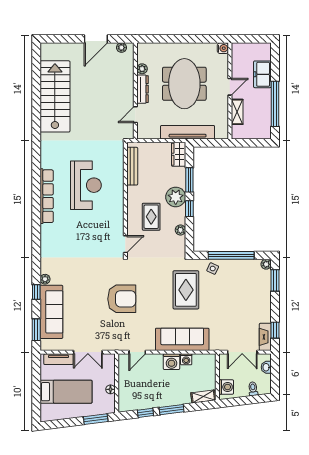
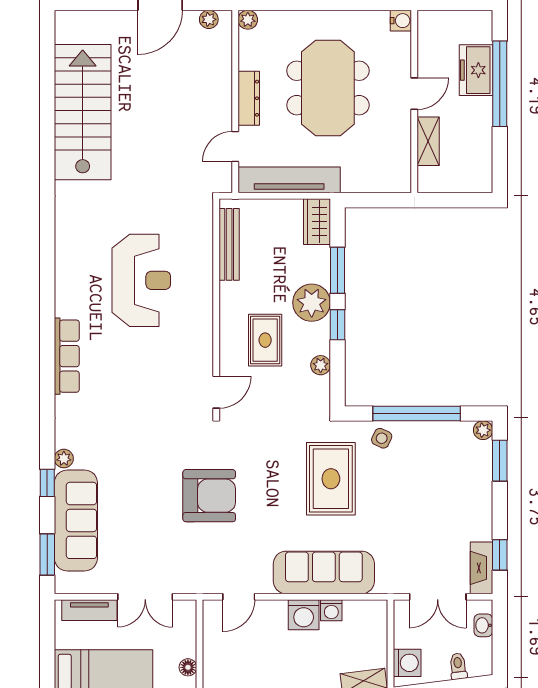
plant: (142, 69) -> (248, 20), moved
window: (275, 104) -> (500, 84), moved
tv unit: (188, 132) -> (289, 180), moved
row of seats: (47, 196) -> (67, 356), moved, width x0.73

